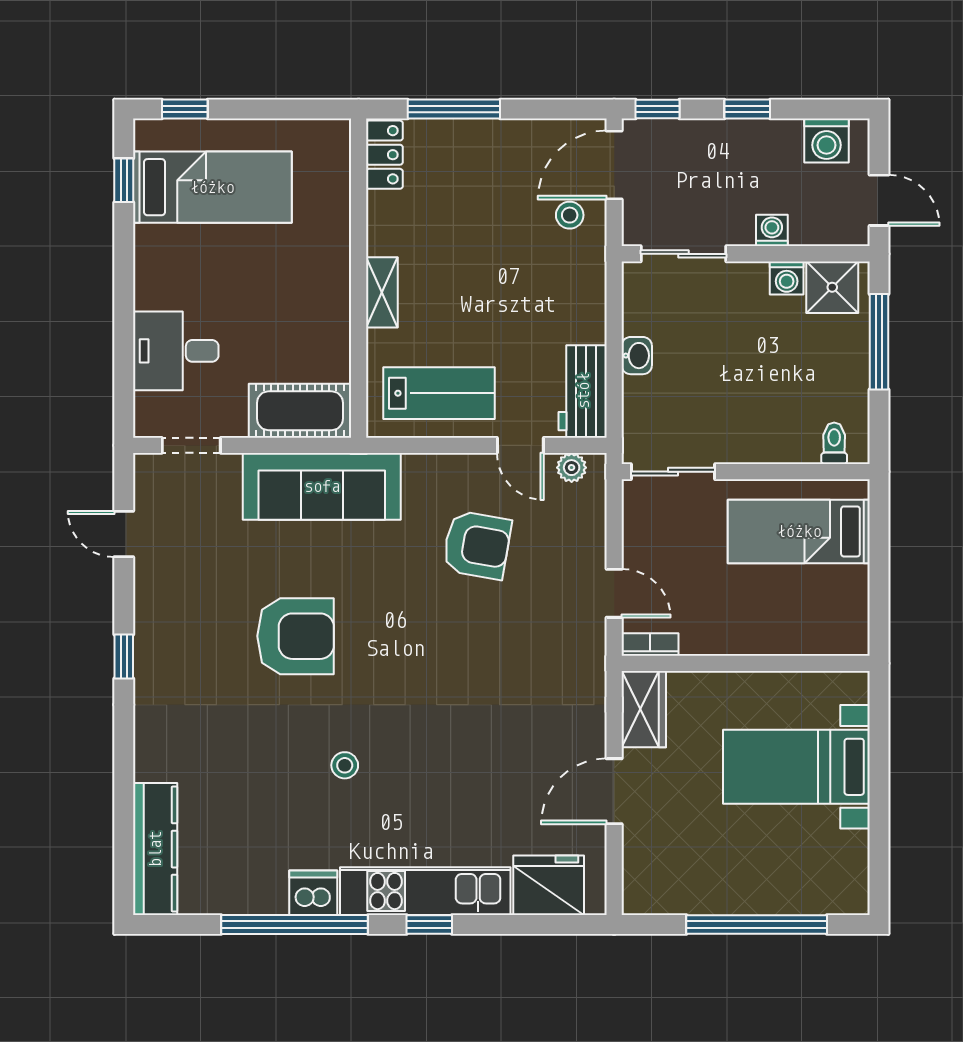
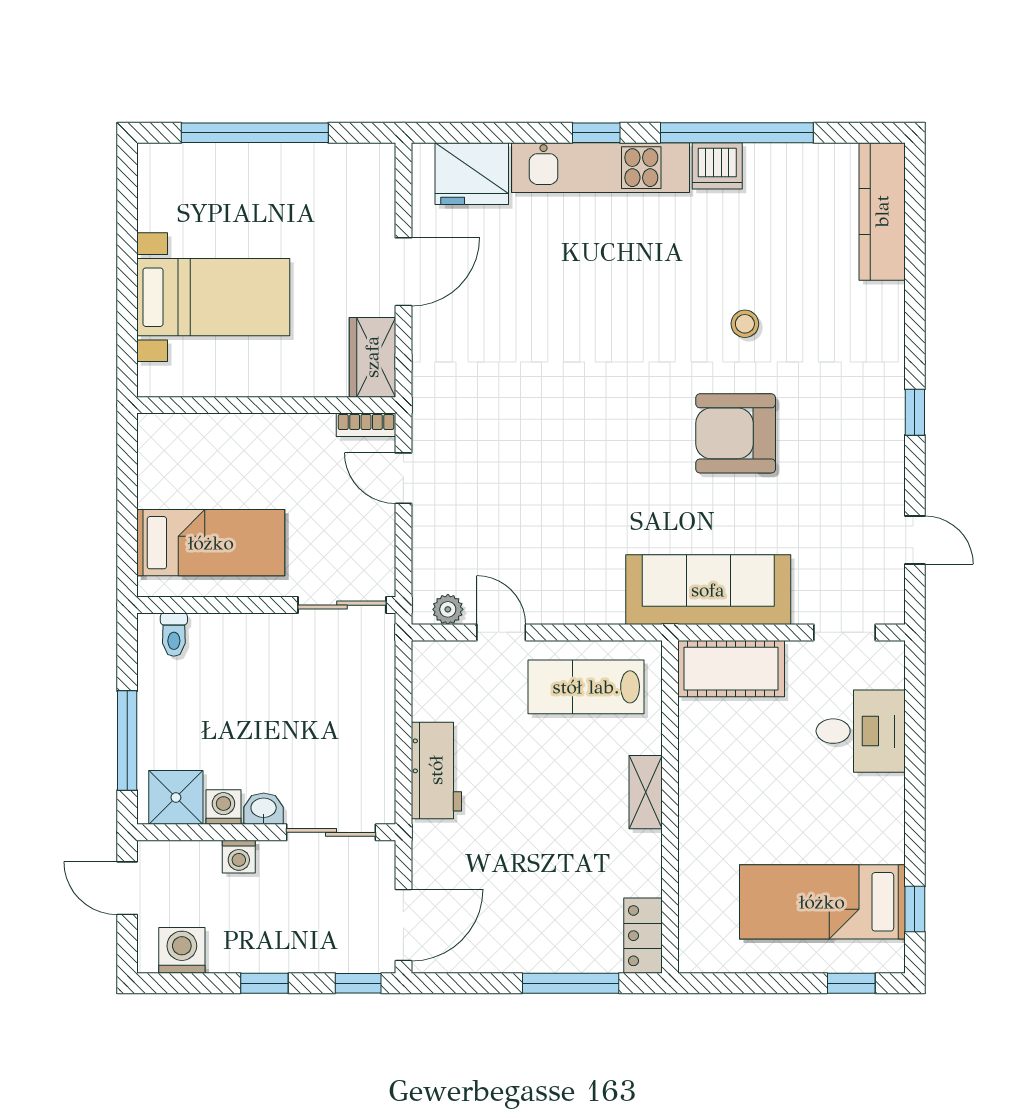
stool: (570, 215) -> (450, 873), removed
washbasin: (637, 356) -> (264, 809), moved, turned 90
workbench: (583, 391) -> (436, 770), moved
armchair: (477, 545) -> (546, 528), removed
stool: (345, 765) -> (745, 324), moved

